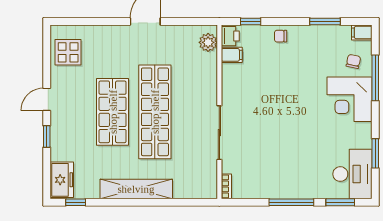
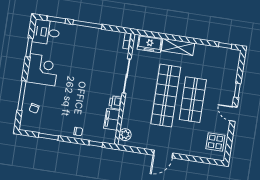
filing cabinet: (362, 32) -> (26, 126), removed
printer: (230, 36) -> (115, 103), moved
filing cabinet: (232, 55) -> (112, 119), width x2.00
door: (47, 99) -> (234, 114), swing flipped
corner desk: (350, 99) -> (43, 70), moved
desk: (352, 174) -> (46, 32), width x0.73
freezer: (62, 180) -> (150, 44), moved, turned -90
shelving: (136, 189) -> (178, 47), width x0.68

